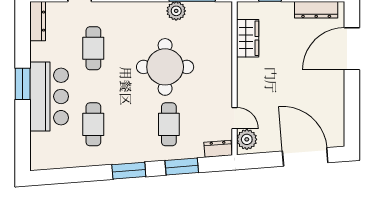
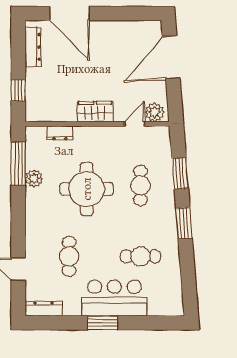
wardrobe: (248, 38) -> (95, 111), moved
cafe table: (93, 48) -> (69, 256), turned 90
cafe table: (169, 124) -> (141, 185), turned 90
dresser: (218, 149) -> (60, 133), moved, turned -86

